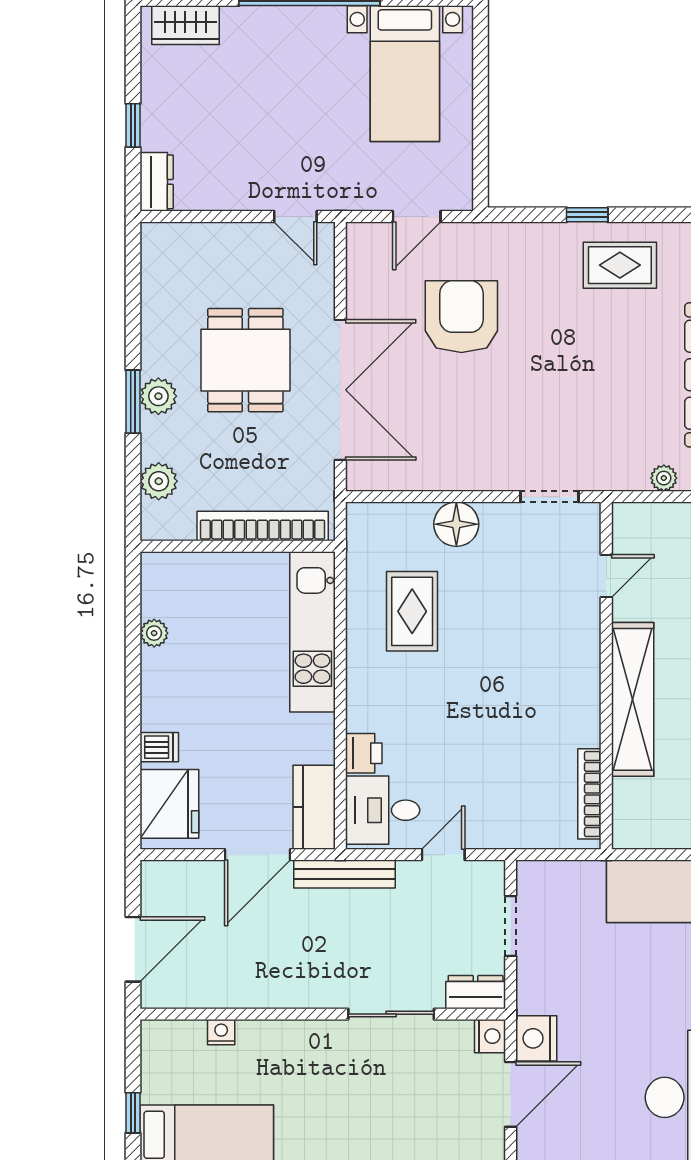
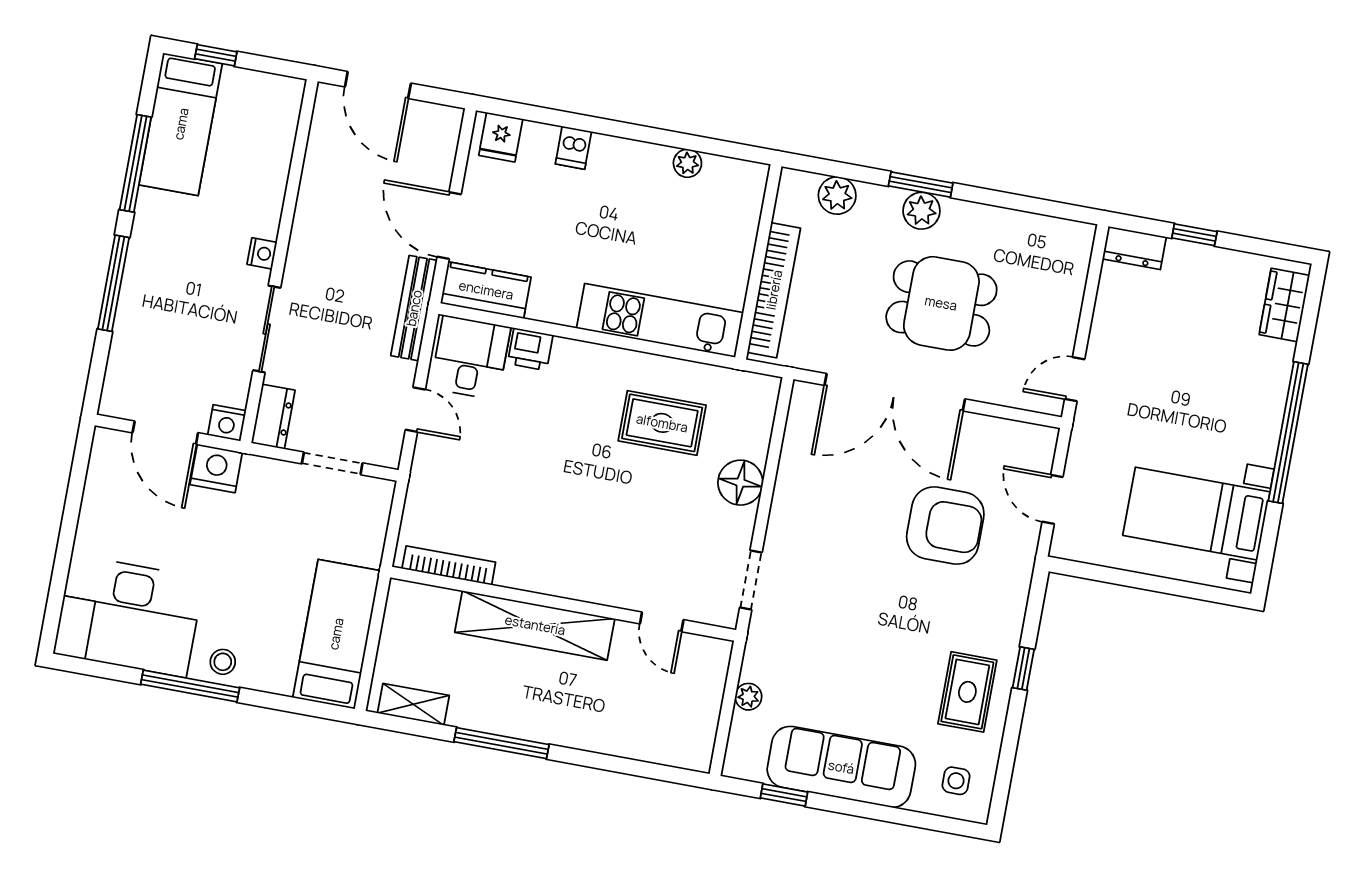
fridge: (169, 804) -> (501, 137), width x0.53, depth x0.75
nightstand: (221, 1032) -> (262, 253), moved

